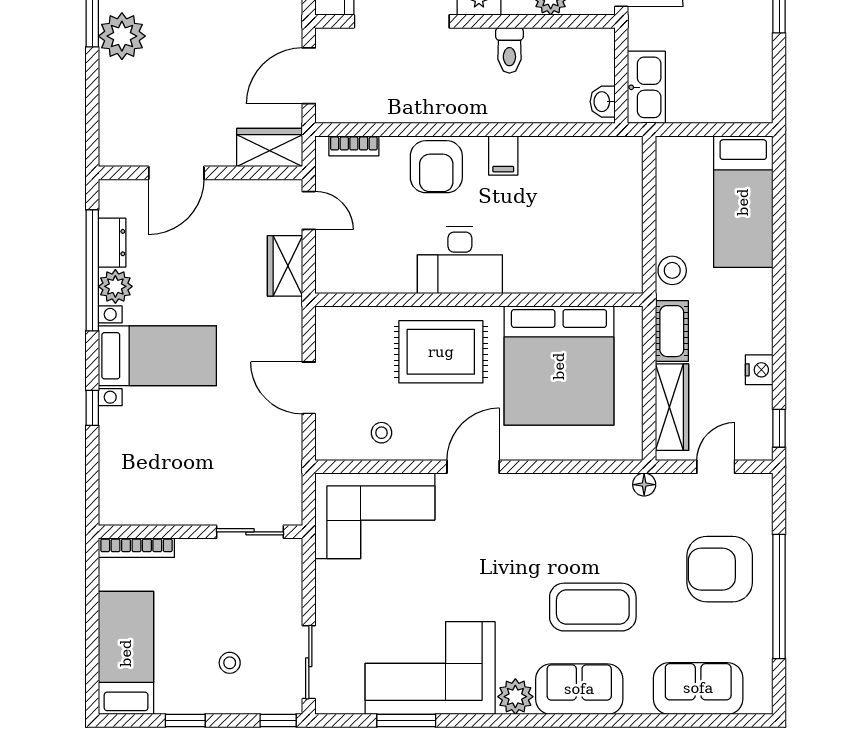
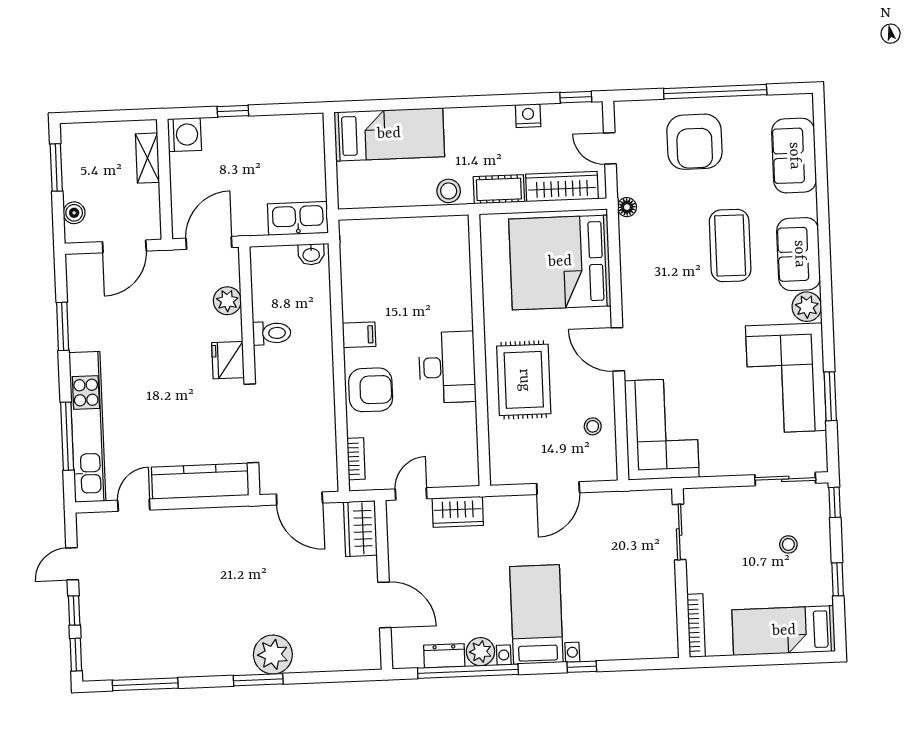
bed: (559, 366) -> (560, 262), moved, turned 180

